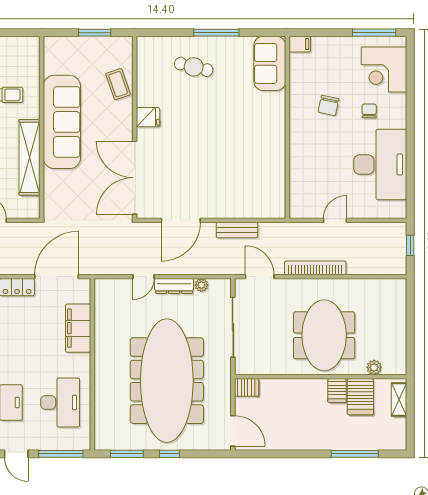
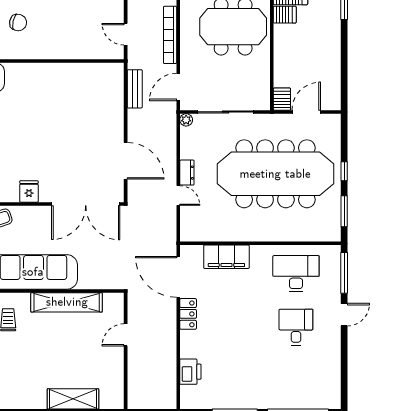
door: (335, 220) -> (126, 34), moved
bench: (237, 230) -> (135, 89), moved
plant: (201, 285) -> (186, 120), moved
dresser: (174, 286) -> (187, 173), width x0.70
door: (233, 431) -> (306, 112), moved

